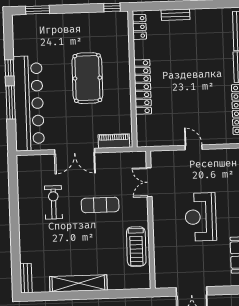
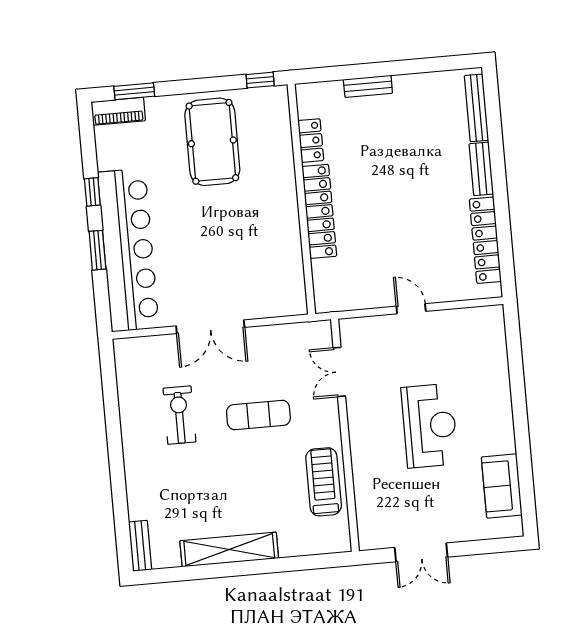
locker: (139, 27) -> (311, 141), moved
pool table: (87, 78) -> (212, 142), moved
window: (11, 102) -> (97, 250), width x0.69
piano: (114, 141) -> (118, 111), moved, turned 180
reception desk: (201, 217) -> (430, 426), turned 180
treadmill: (136, 247) -> (324, 482), turned 180

